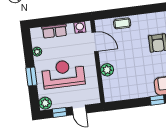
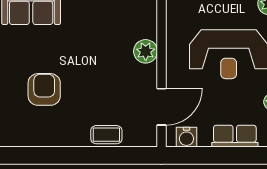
door: (95, 42) -> (162, 107), swing flipped

